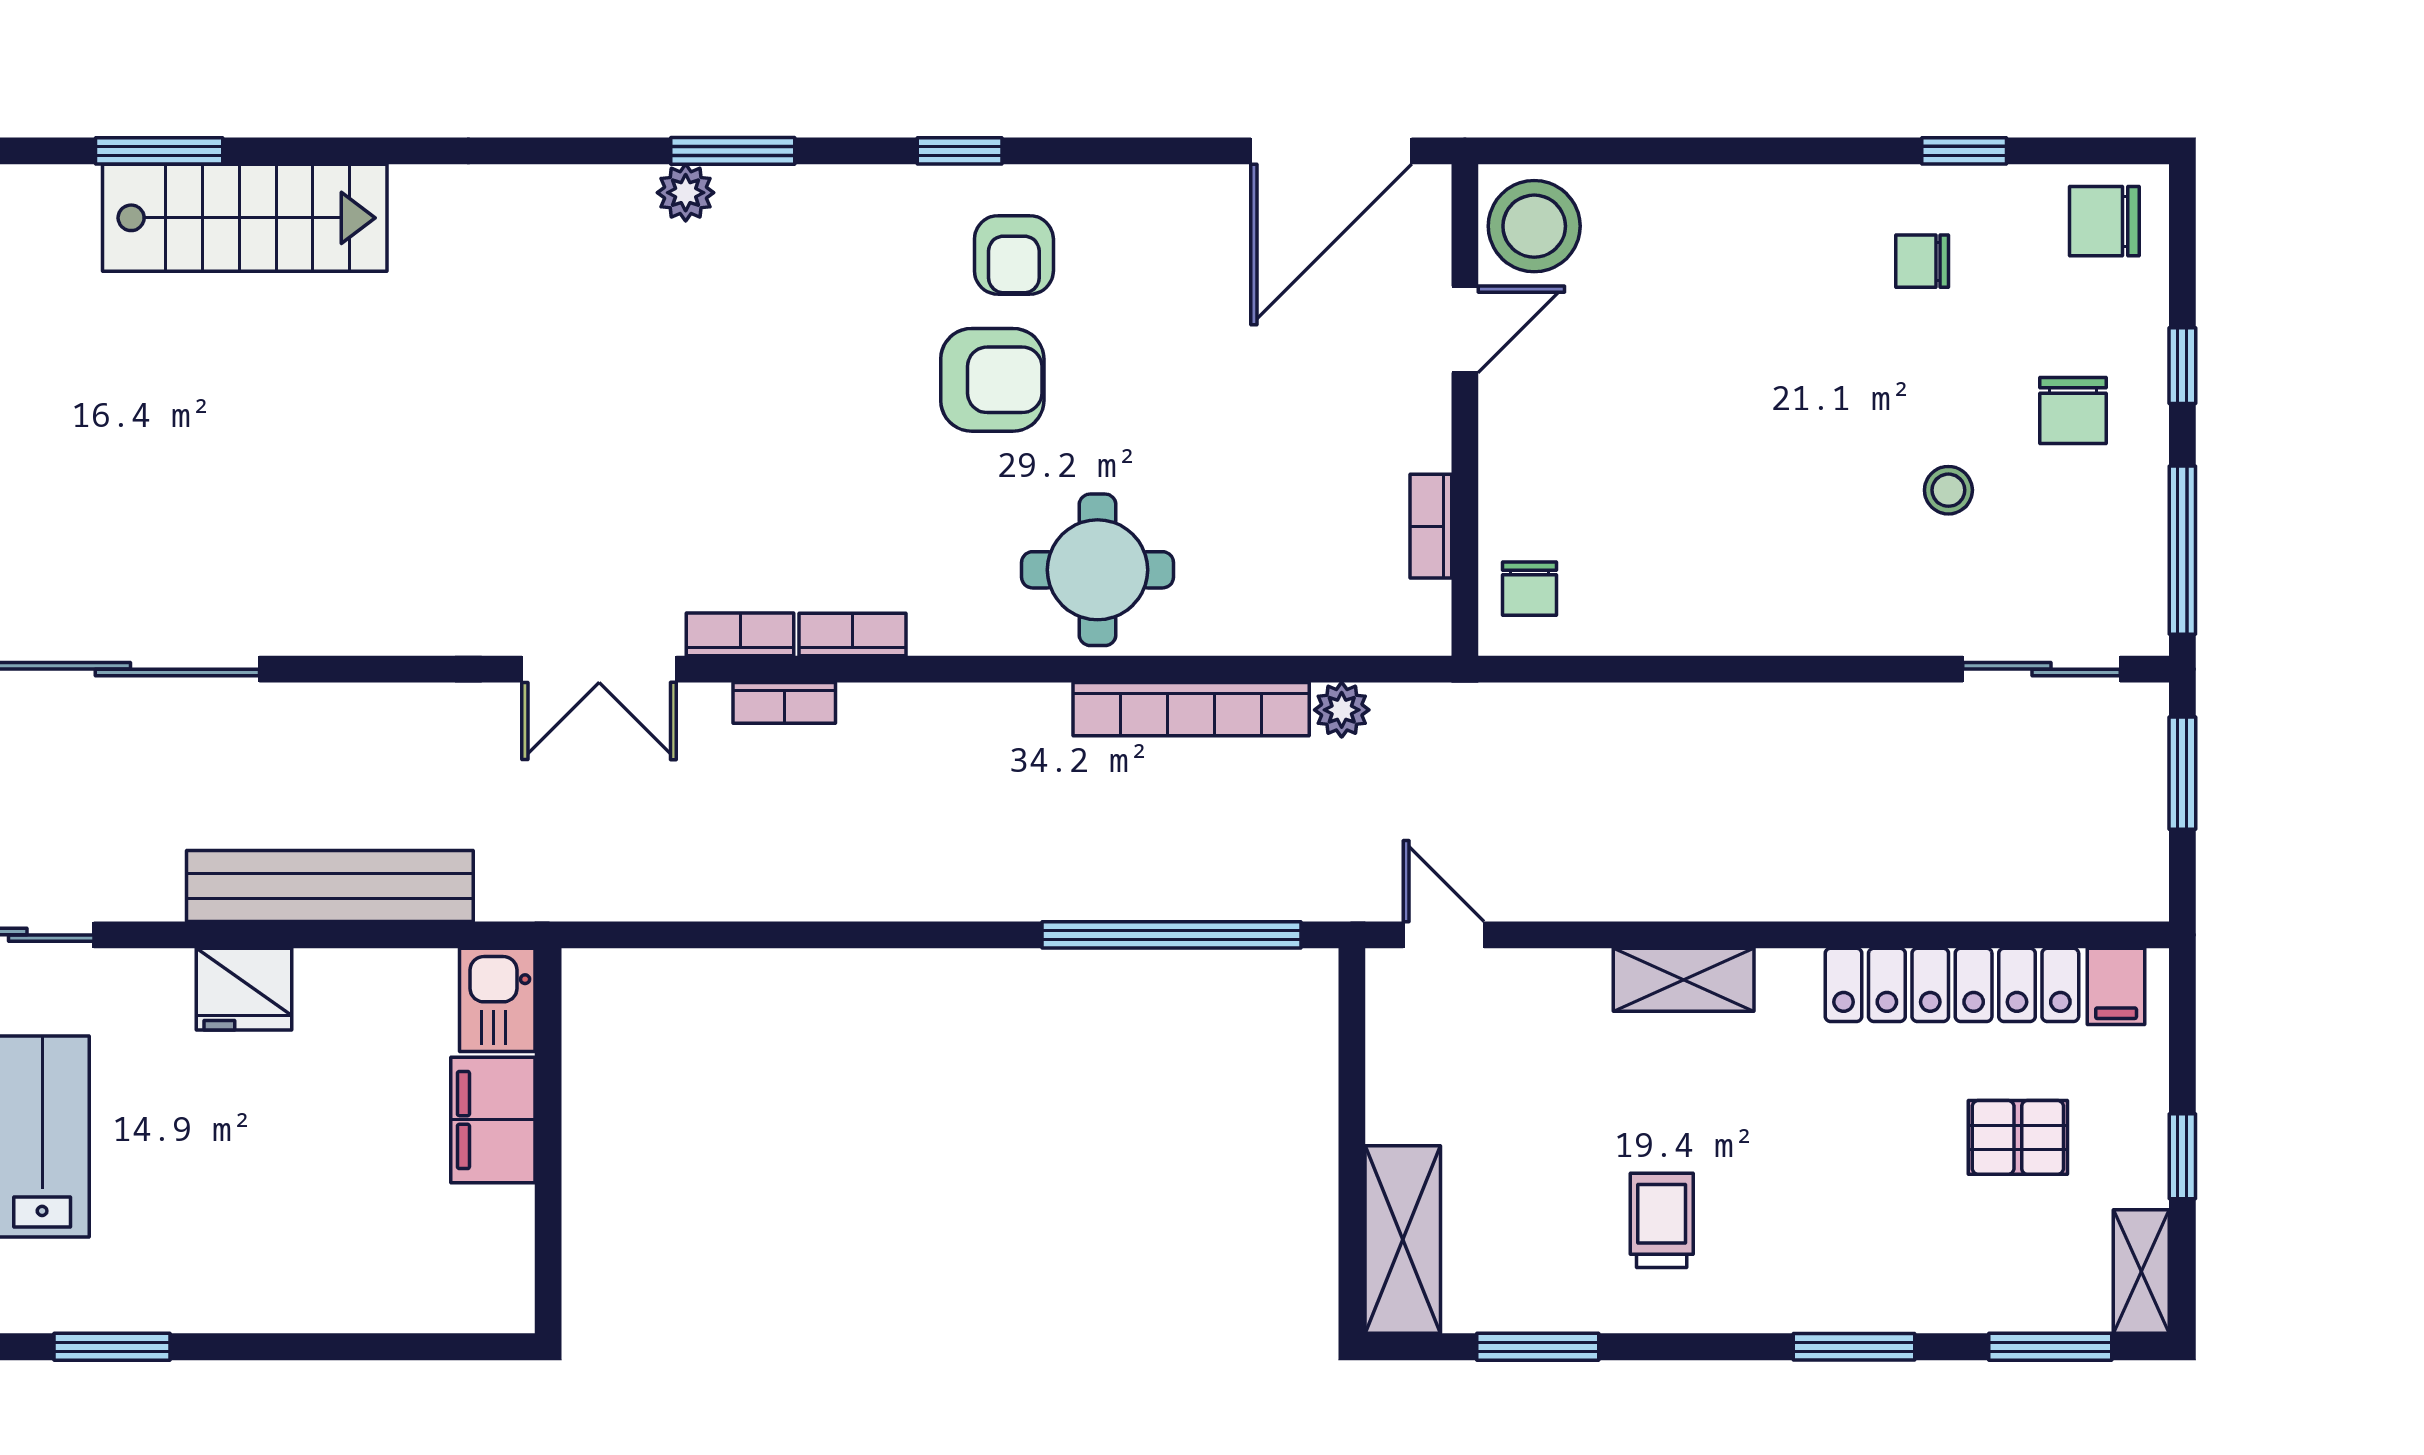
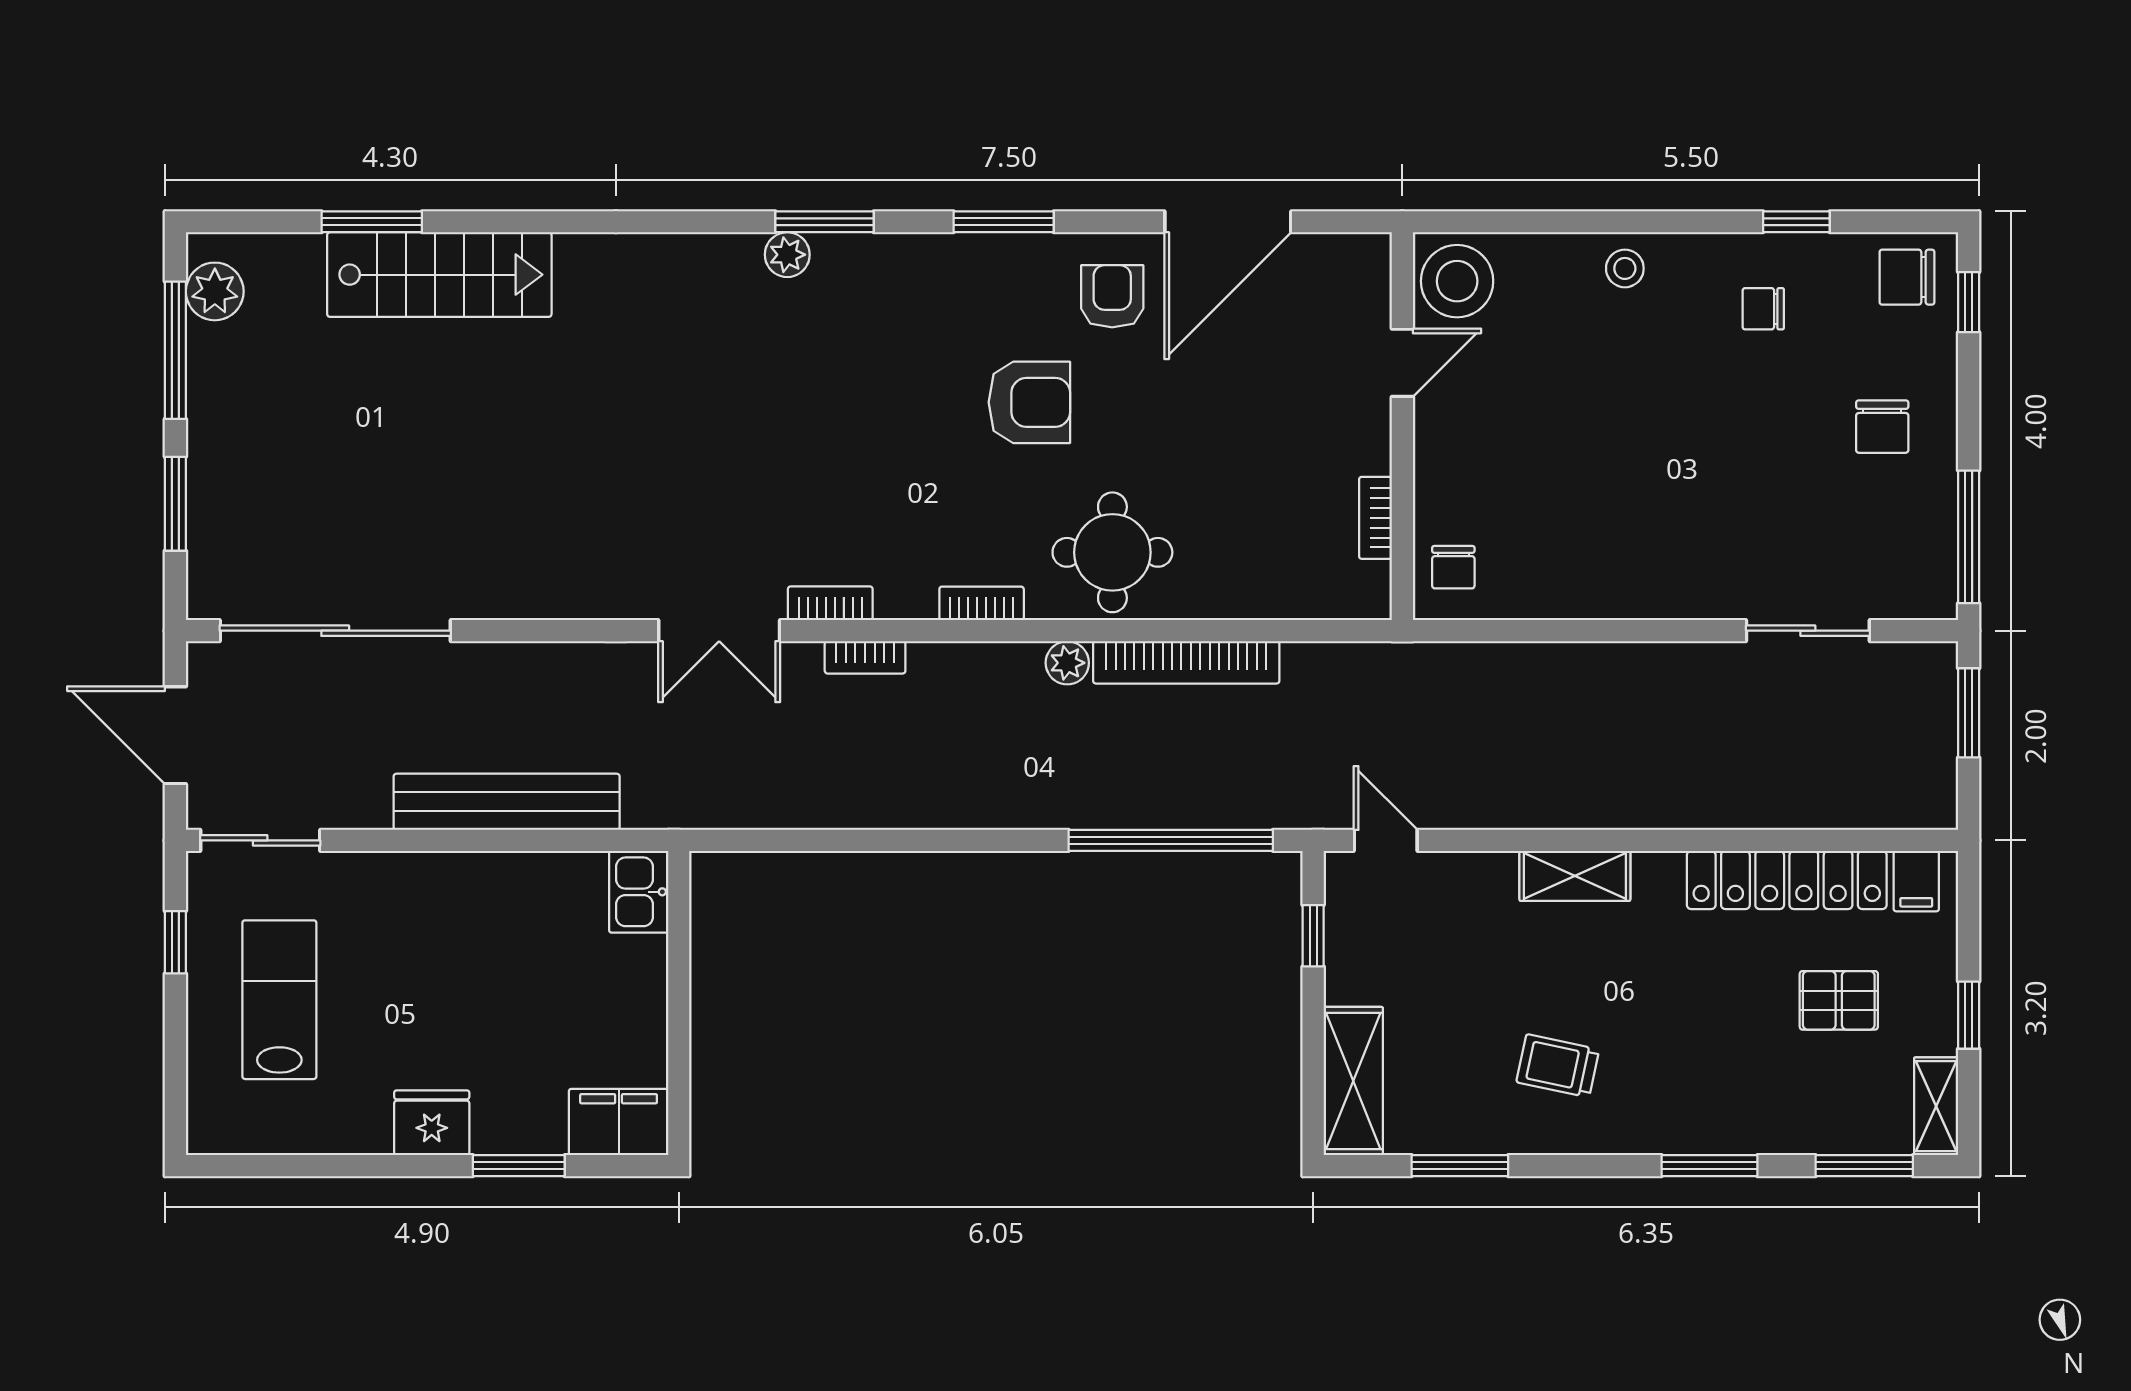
window: (960, 151) -> (1004, 222), width x1.50
door: (1331, 151) -> (1228, 222), moved
armchair: (1014, 255) -> (1112, 296), moved, turned 180
window: (2182, 366) -> (1969, 302), moved
stool: (1948, 490) -> (1625, 268), moved
bookcase: (852, 634) -> (982, 603), moved
sliding door: (2041, 669) -> (1808, 631), moved
plant: (1342, 710) -> (1067, 663), moved
fridge: (244, 989) -> (432, 1123), moved, turned 180
window: (1352, 1056) -> (1313, 936), added
filing cabinet: (493, 1120) -> (619, 1122), moved, turned 90
trolley: (1662, 1220) -> (1558, 1066), turned -78
window: (112, 1347) -> (519, 1166), moved

